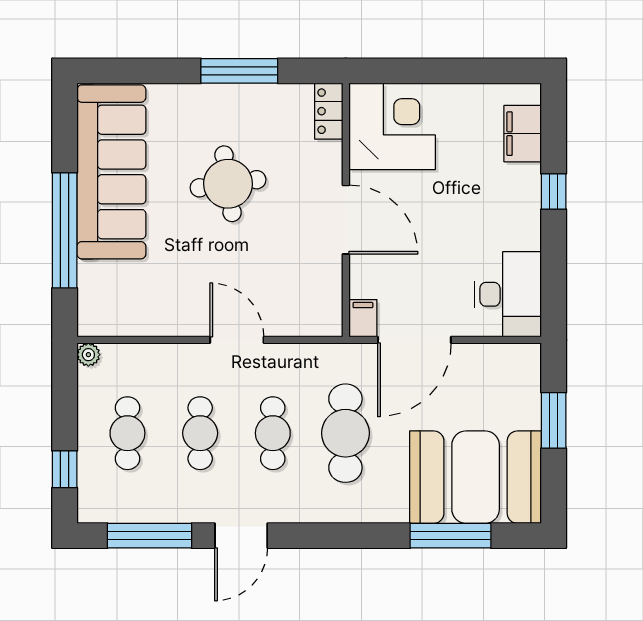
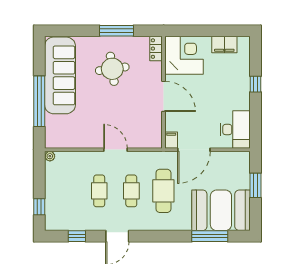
filing cabinet: (523, 134) -> (224, 44), moved, turned -90
round table: (228, 184) -> (112, 69), moved
cafe table: (127, 433) -> (67, 191), removed
window: (150, 536) -> (77, 236), width x0.46

